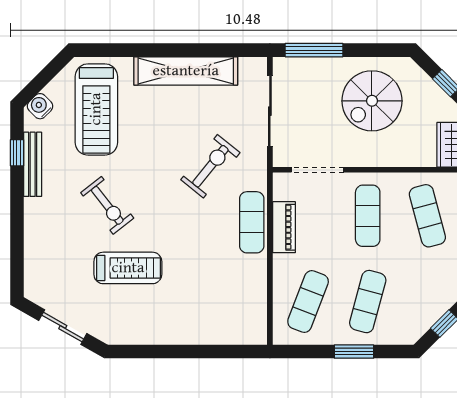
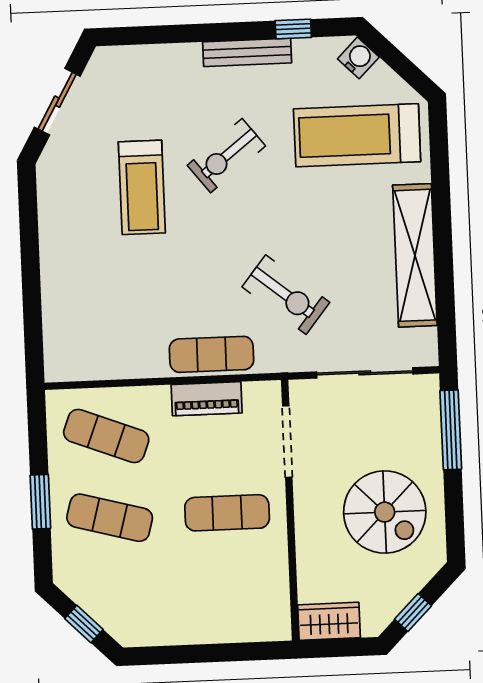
spiral stairs: (372, 101) -> (385, 512), turned 180
bench: (33, 164) -> (247, 52), moved
exercise mat: (427, 216) -> (230, 595), removed

